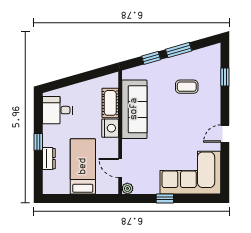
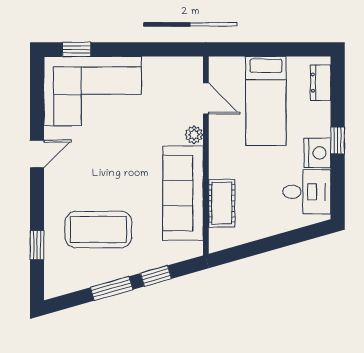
coffee table: (187, 87) -> (98, 230), width x1.86, depth x1.72
nightstand: (110, 128) -> (317, 153), moved, turned 180
dresser: (49, 159) -> (321, 83), moved
plant: (127, 188) -> (194, 135), moved
window: (165, 198) -> (76, 49), moved

